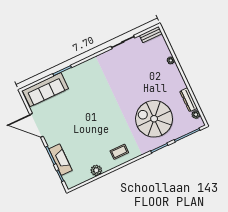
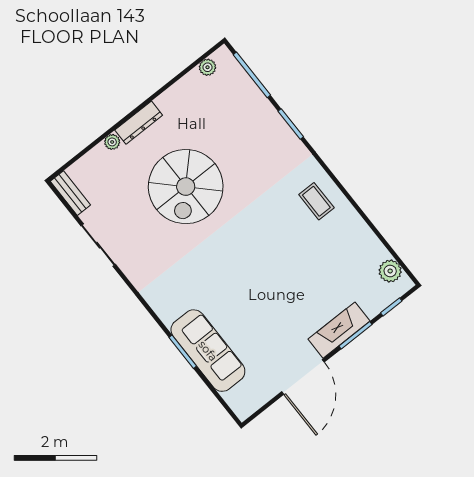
sofa: (45, 90) -> (208, 351), moved
dresser: (189, 100) -> (139, 123), moved
spiral stairs: (154, 119) -> (186, 187), moved
fireplace: (60, 160) -> (339, 330), moved
plant: (96, 170) -> (390, 271), moved

